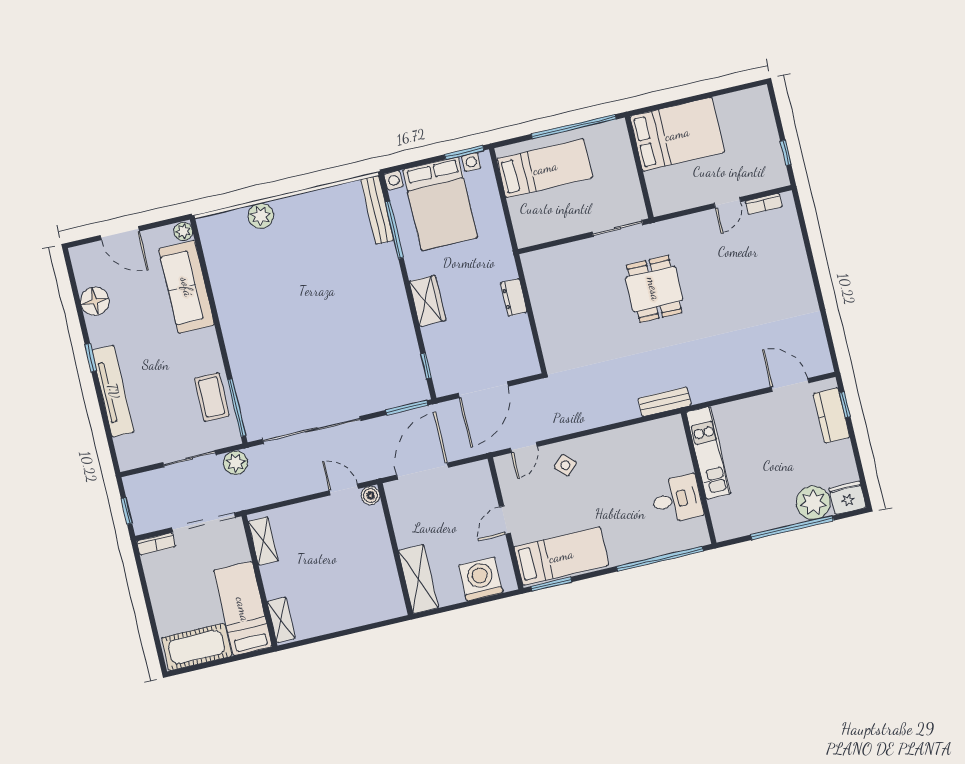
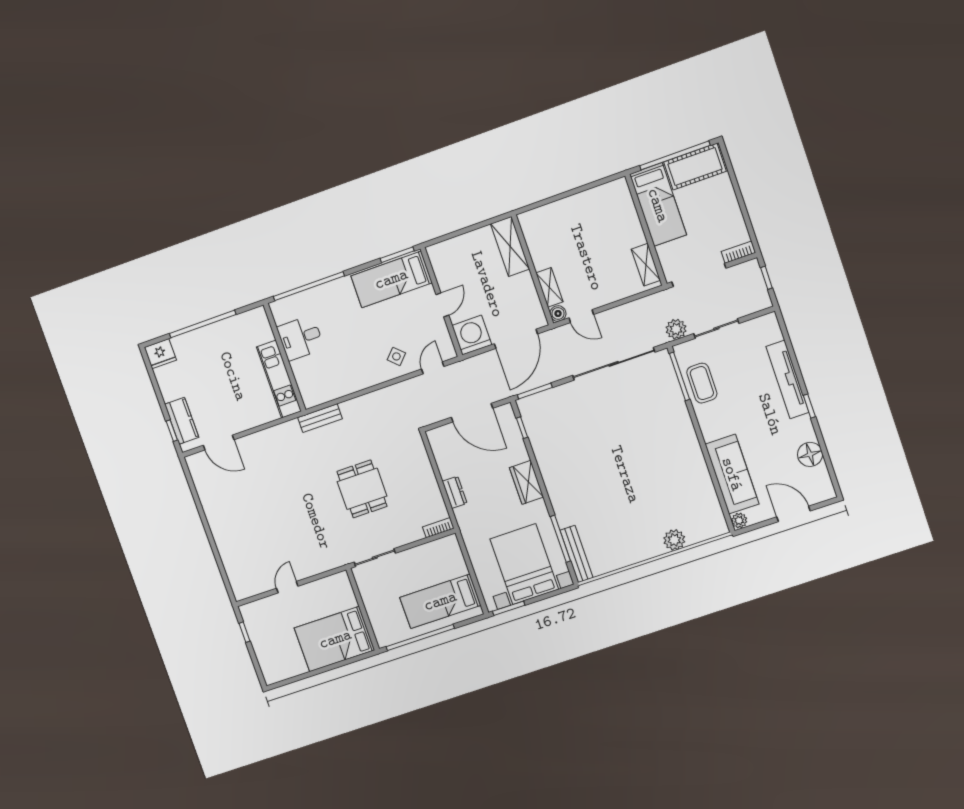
bookcase: (764, 204) -> (438, 528), moved
dining table: (654, 289) -> (362, 489), moved
door: (483, 390) -> (472, 413), swing flipped
plant: (813, 503) -> (188, 347), removed
washing machine: (481, 579) -> (472, 335), moved, turned 180
shelving: (281, 620) -> (549, 287), moved
window: (218, 662) -> (675, 155), added

